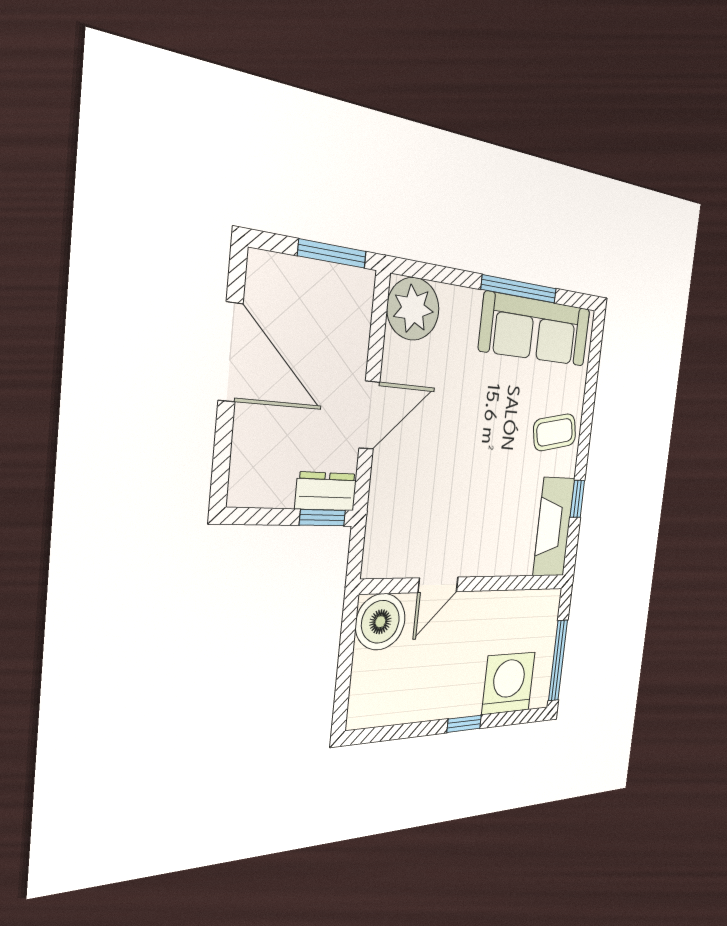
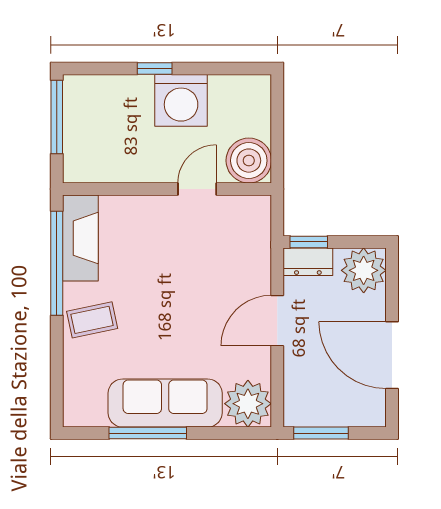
sofa: (536, 330) -> (165, 403), moved
plant: (258, 477) -> (364, 270), added
window: (577, 499) -> (57, 263), width x3.17
washing machine: (509, 683) -> (181, 100), moved

